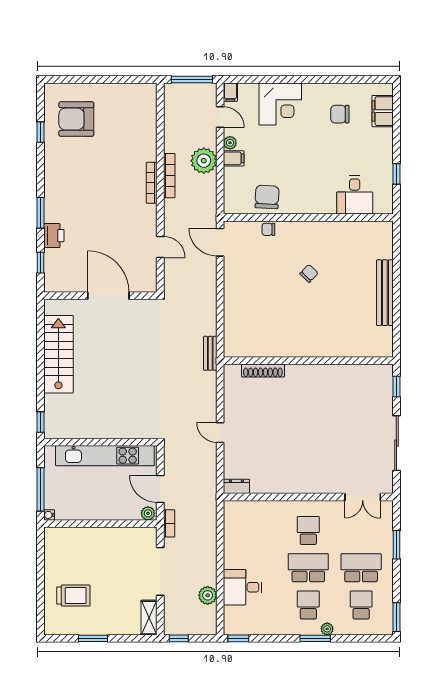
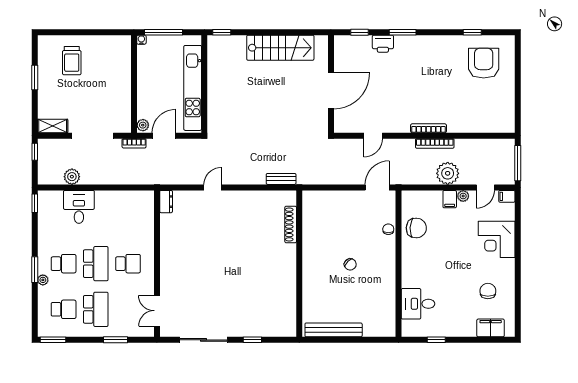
wall: (308, 361) -> (299, 264), moved
shoe rack: (263, 371) -> (291, 224), moved

